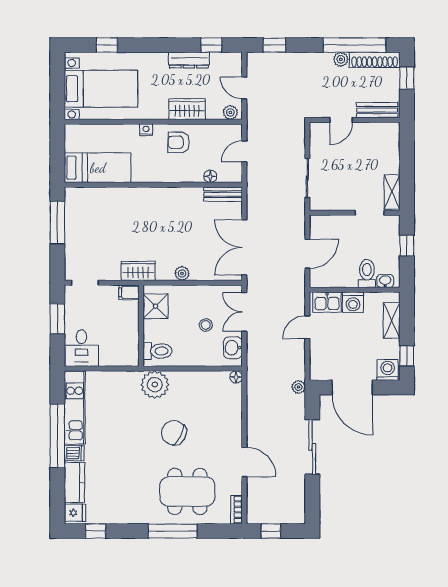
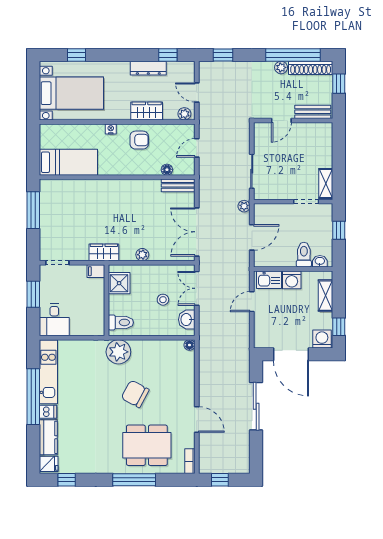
armchair: (179, 142) -> (139, 140), turned 180
plant: (298, 387) -> (244, 206), moved

